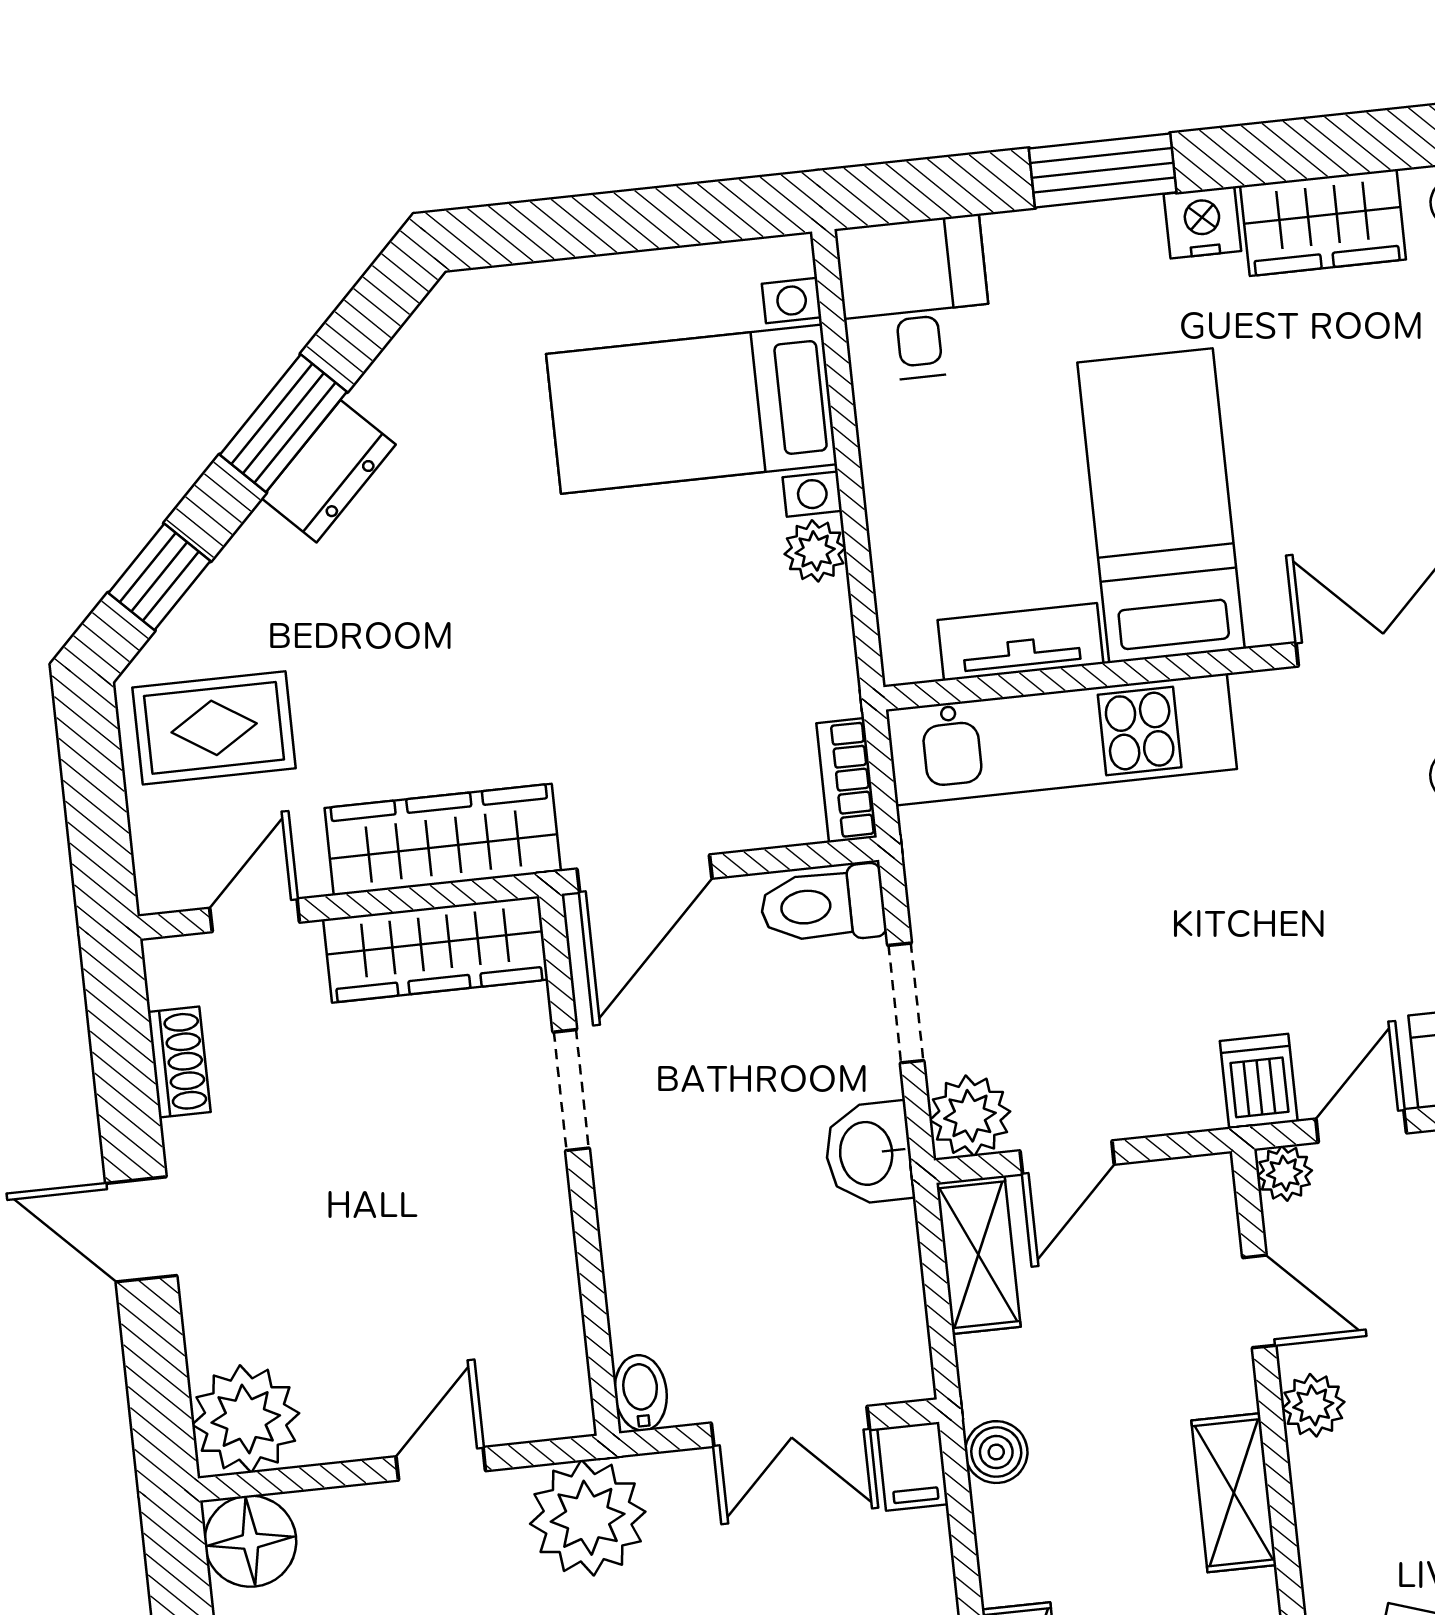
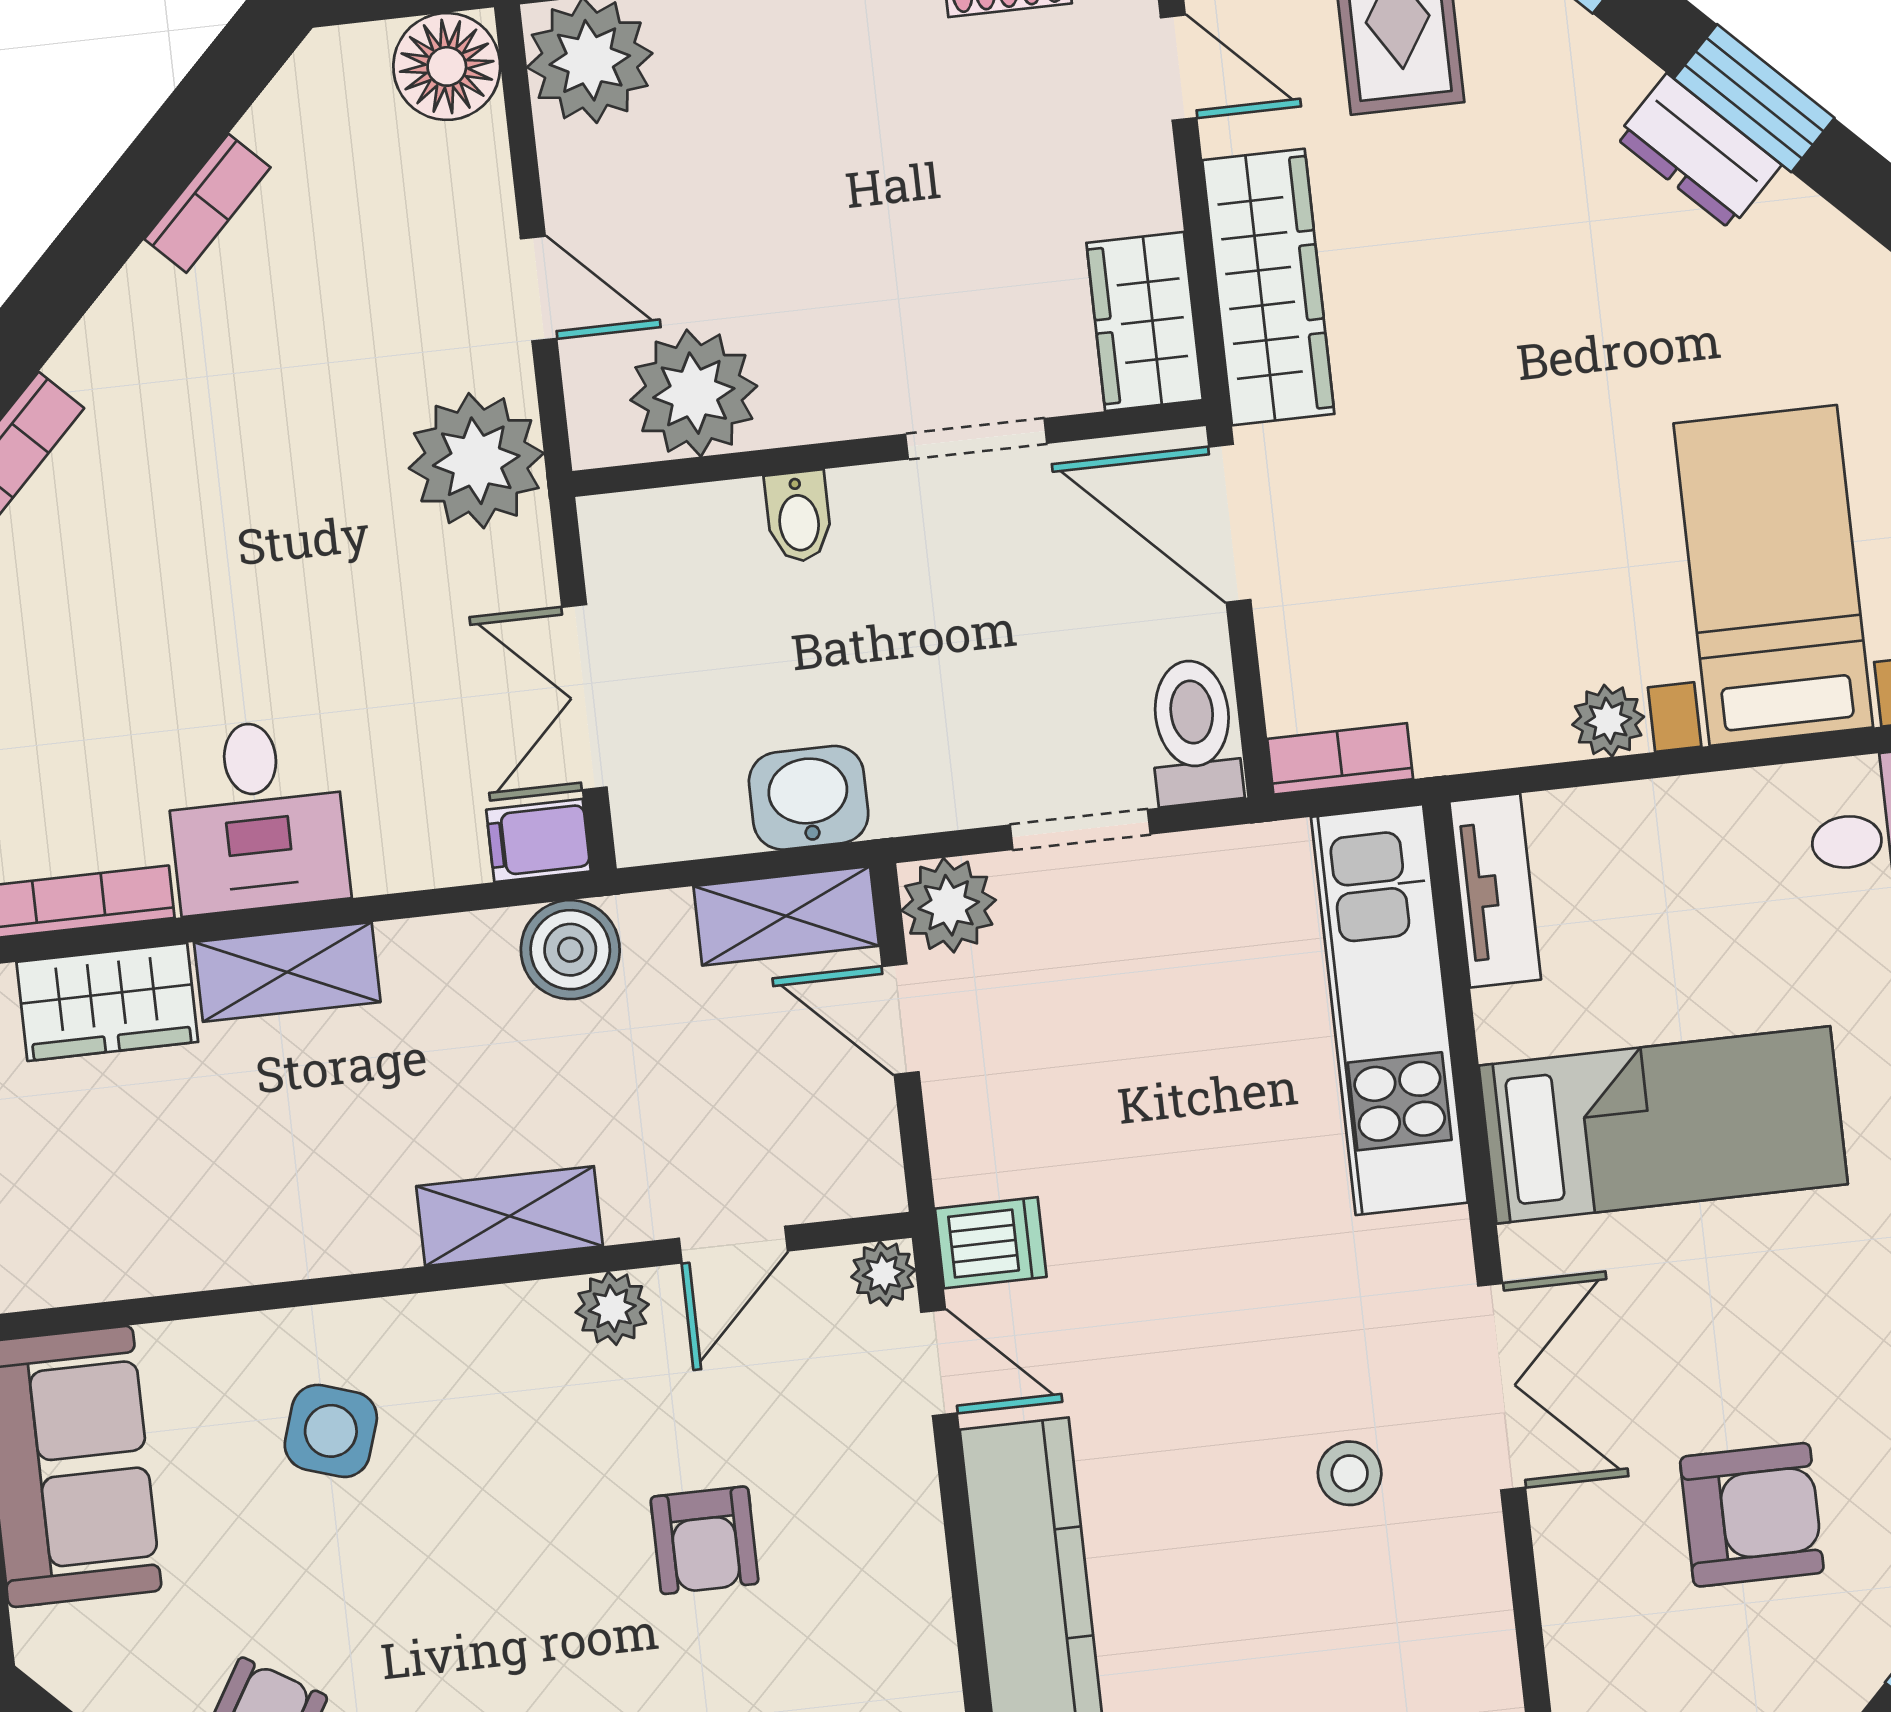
tv unit: (1021, 642) -> (1495, 890), moved
wardrobe: (436, 949) -> (1145, 322), width x0.67
washbasin: (869, 1153) -> (809, 798), moved
plant: (531, 1331) -> (694, 393), added
bidet: (641, 1393) -> (798, 517), moved, turned 90
boiler: (996, 1452) -> (570, 950), width x1.36, depth x1.36

